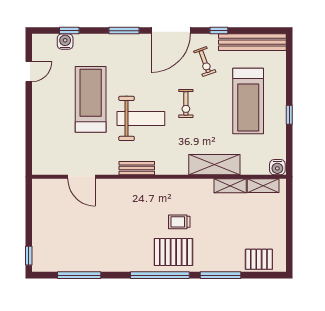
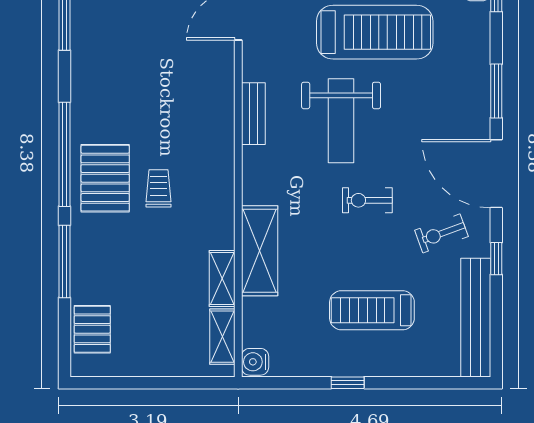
treadmill: (248, 101) -> (372, 310), width x0.73, depth x0.73

